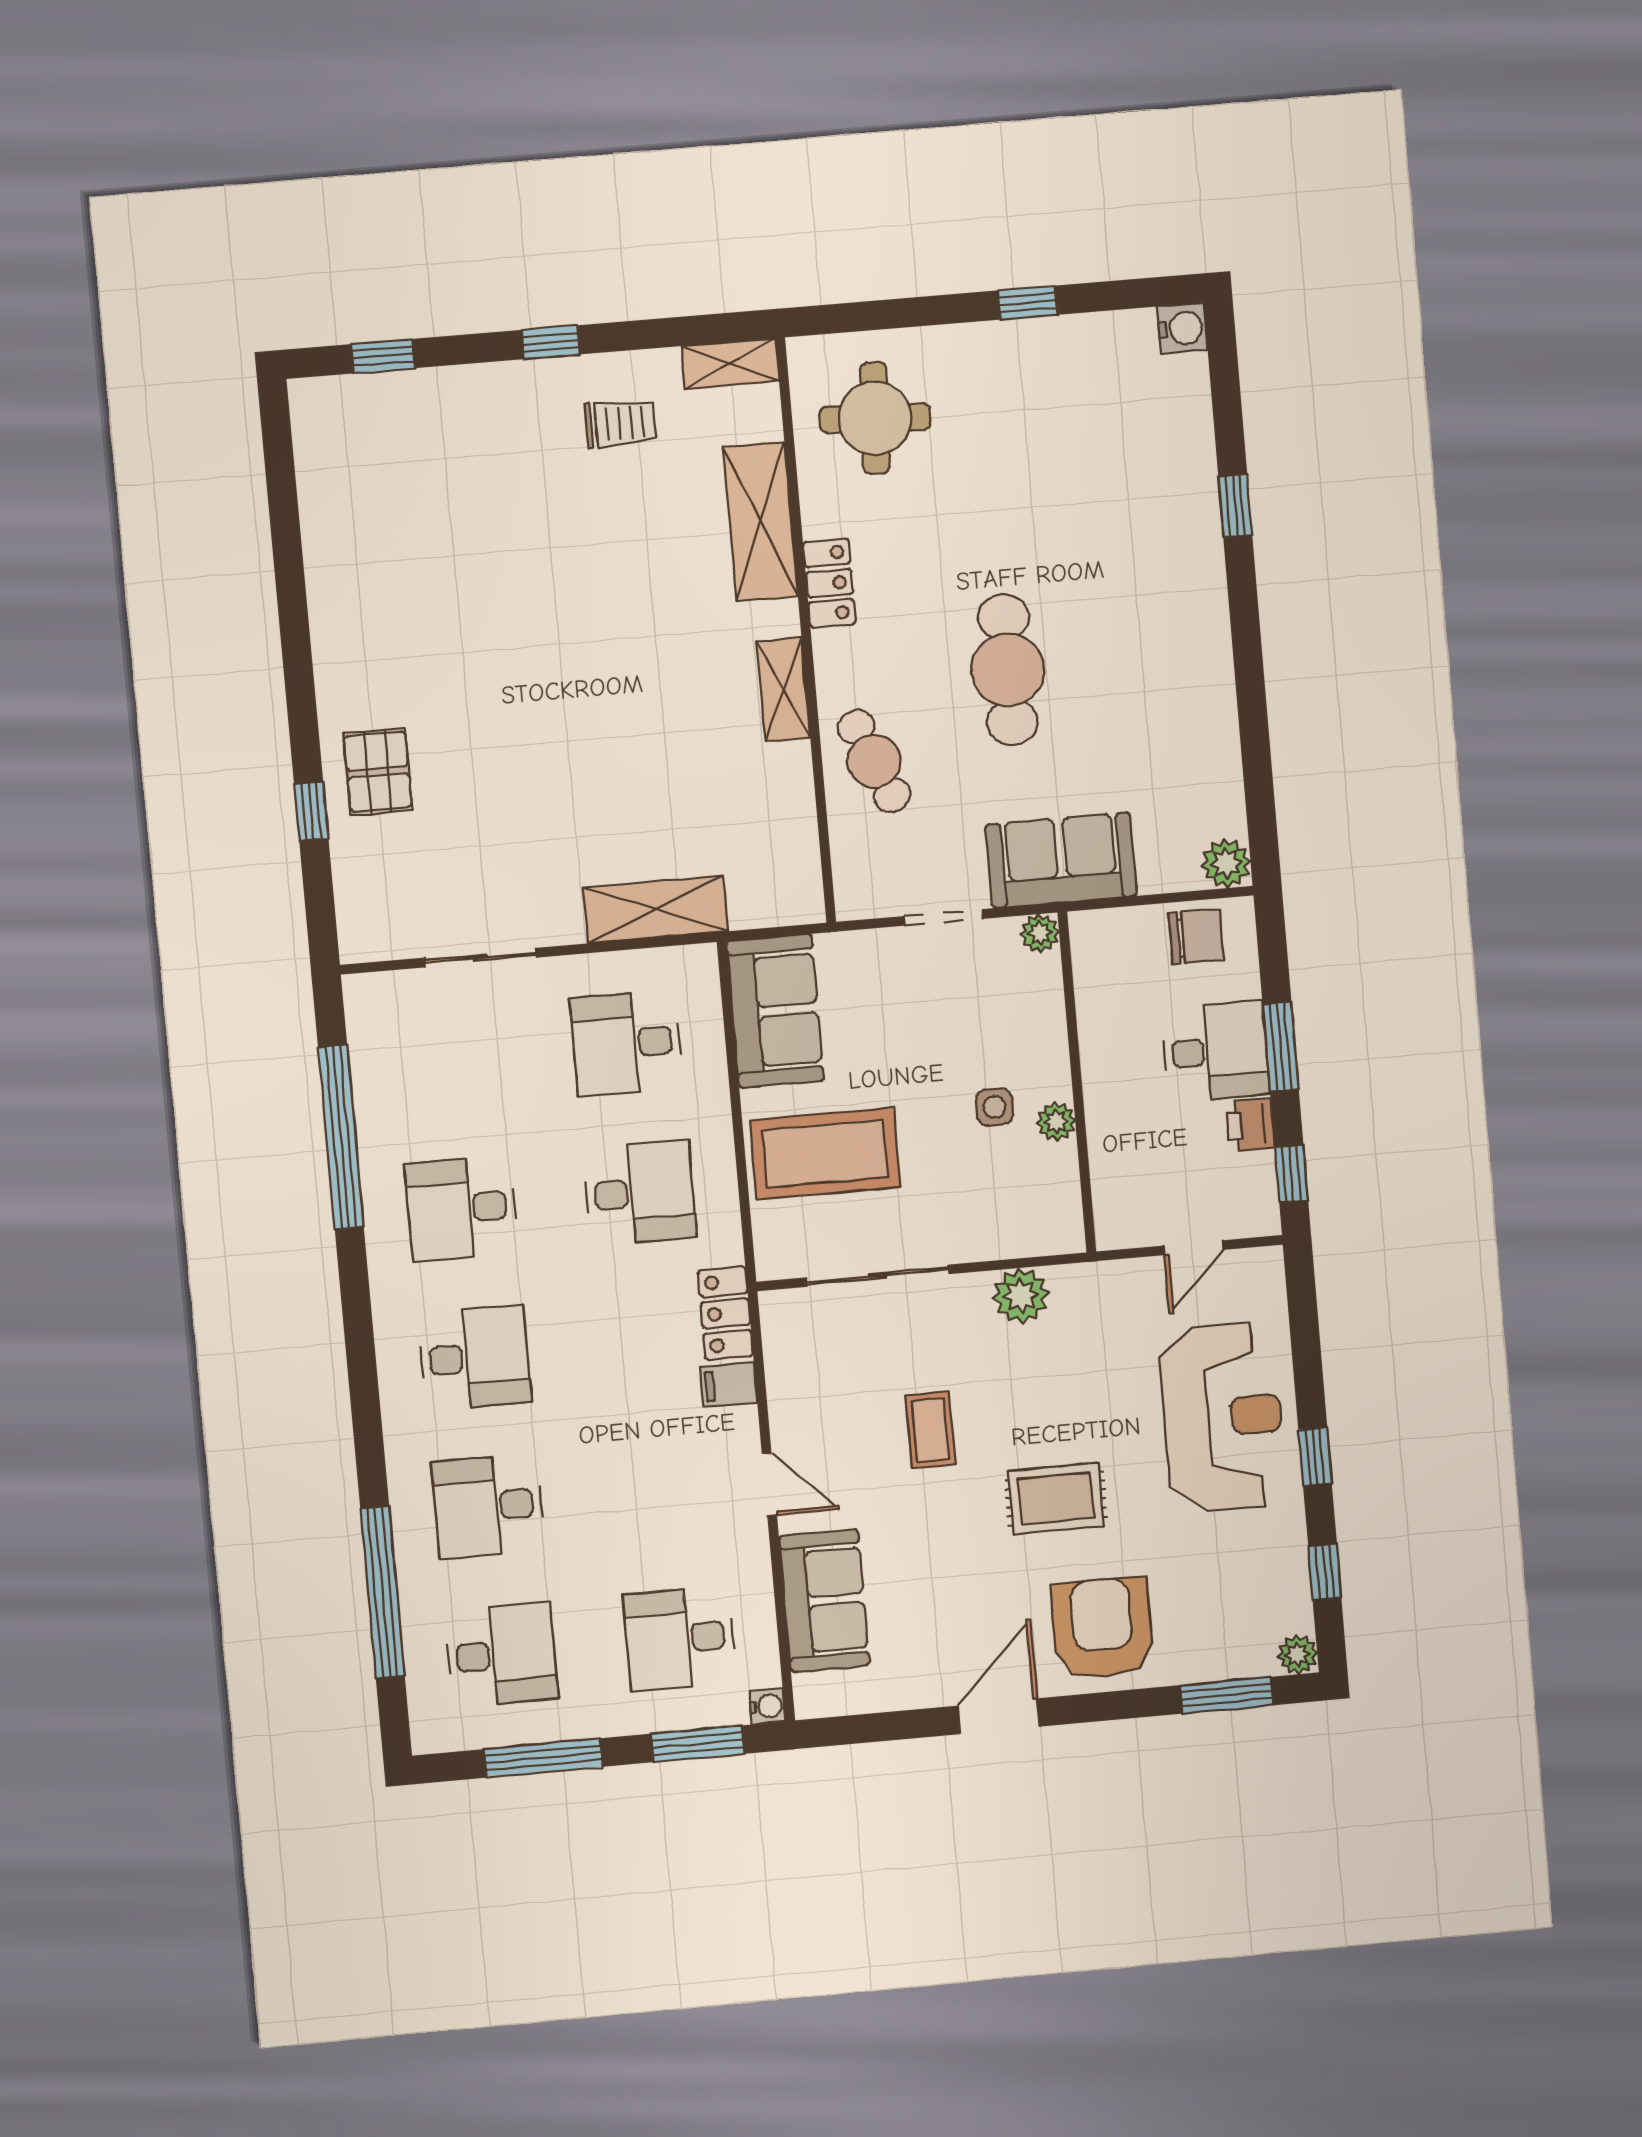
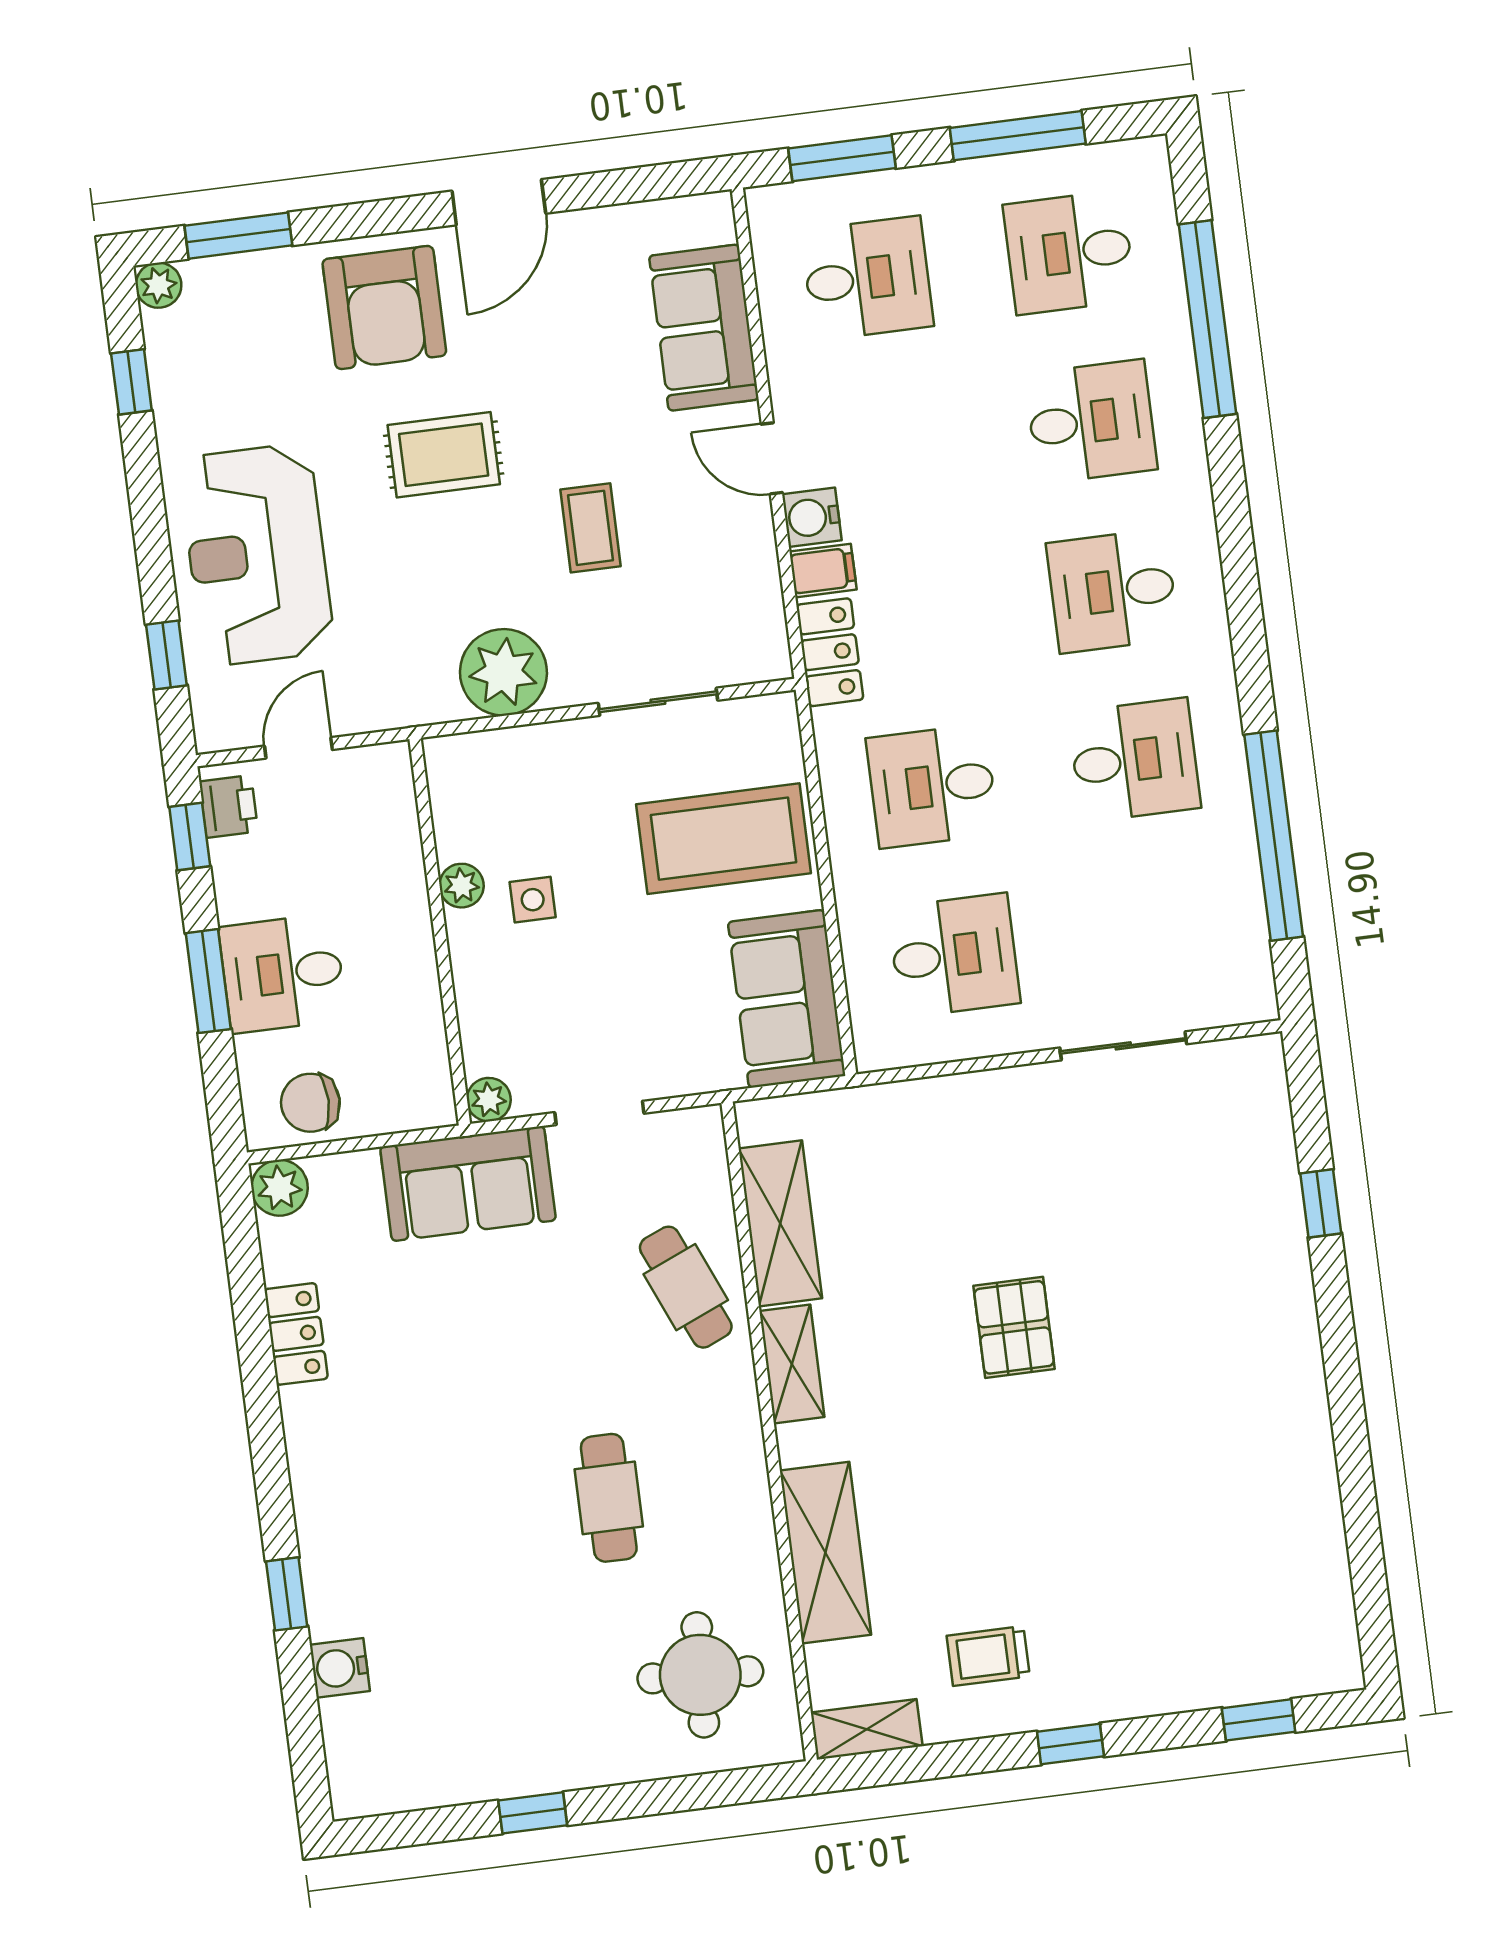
water cooler: (1182, 328) -> (340, 1668), moved
locker: (829, 583) -> (296, 1334), moved, turned 180
cafe table: (1008, 670) -> (609, 1498), moved, width x0.73, depth x0.74
pallet: (378, 772) -> (1014, 1327), moved
shelving: (656, 909) -> (780, 1223), moved, turned 90
printer: (1250, 1125) -> (229, 806), moved
sliding door: (878, 1276) -> (658, 702), width x0.73
plant: (1021, 1296) -> (503, 672), width x1.36, depth x1.36
window: (1315, 1457) -> (166, 655), moved
water cooler: (767, 1706) -> (812, 517), moved, width x1.38, depth x1.38

